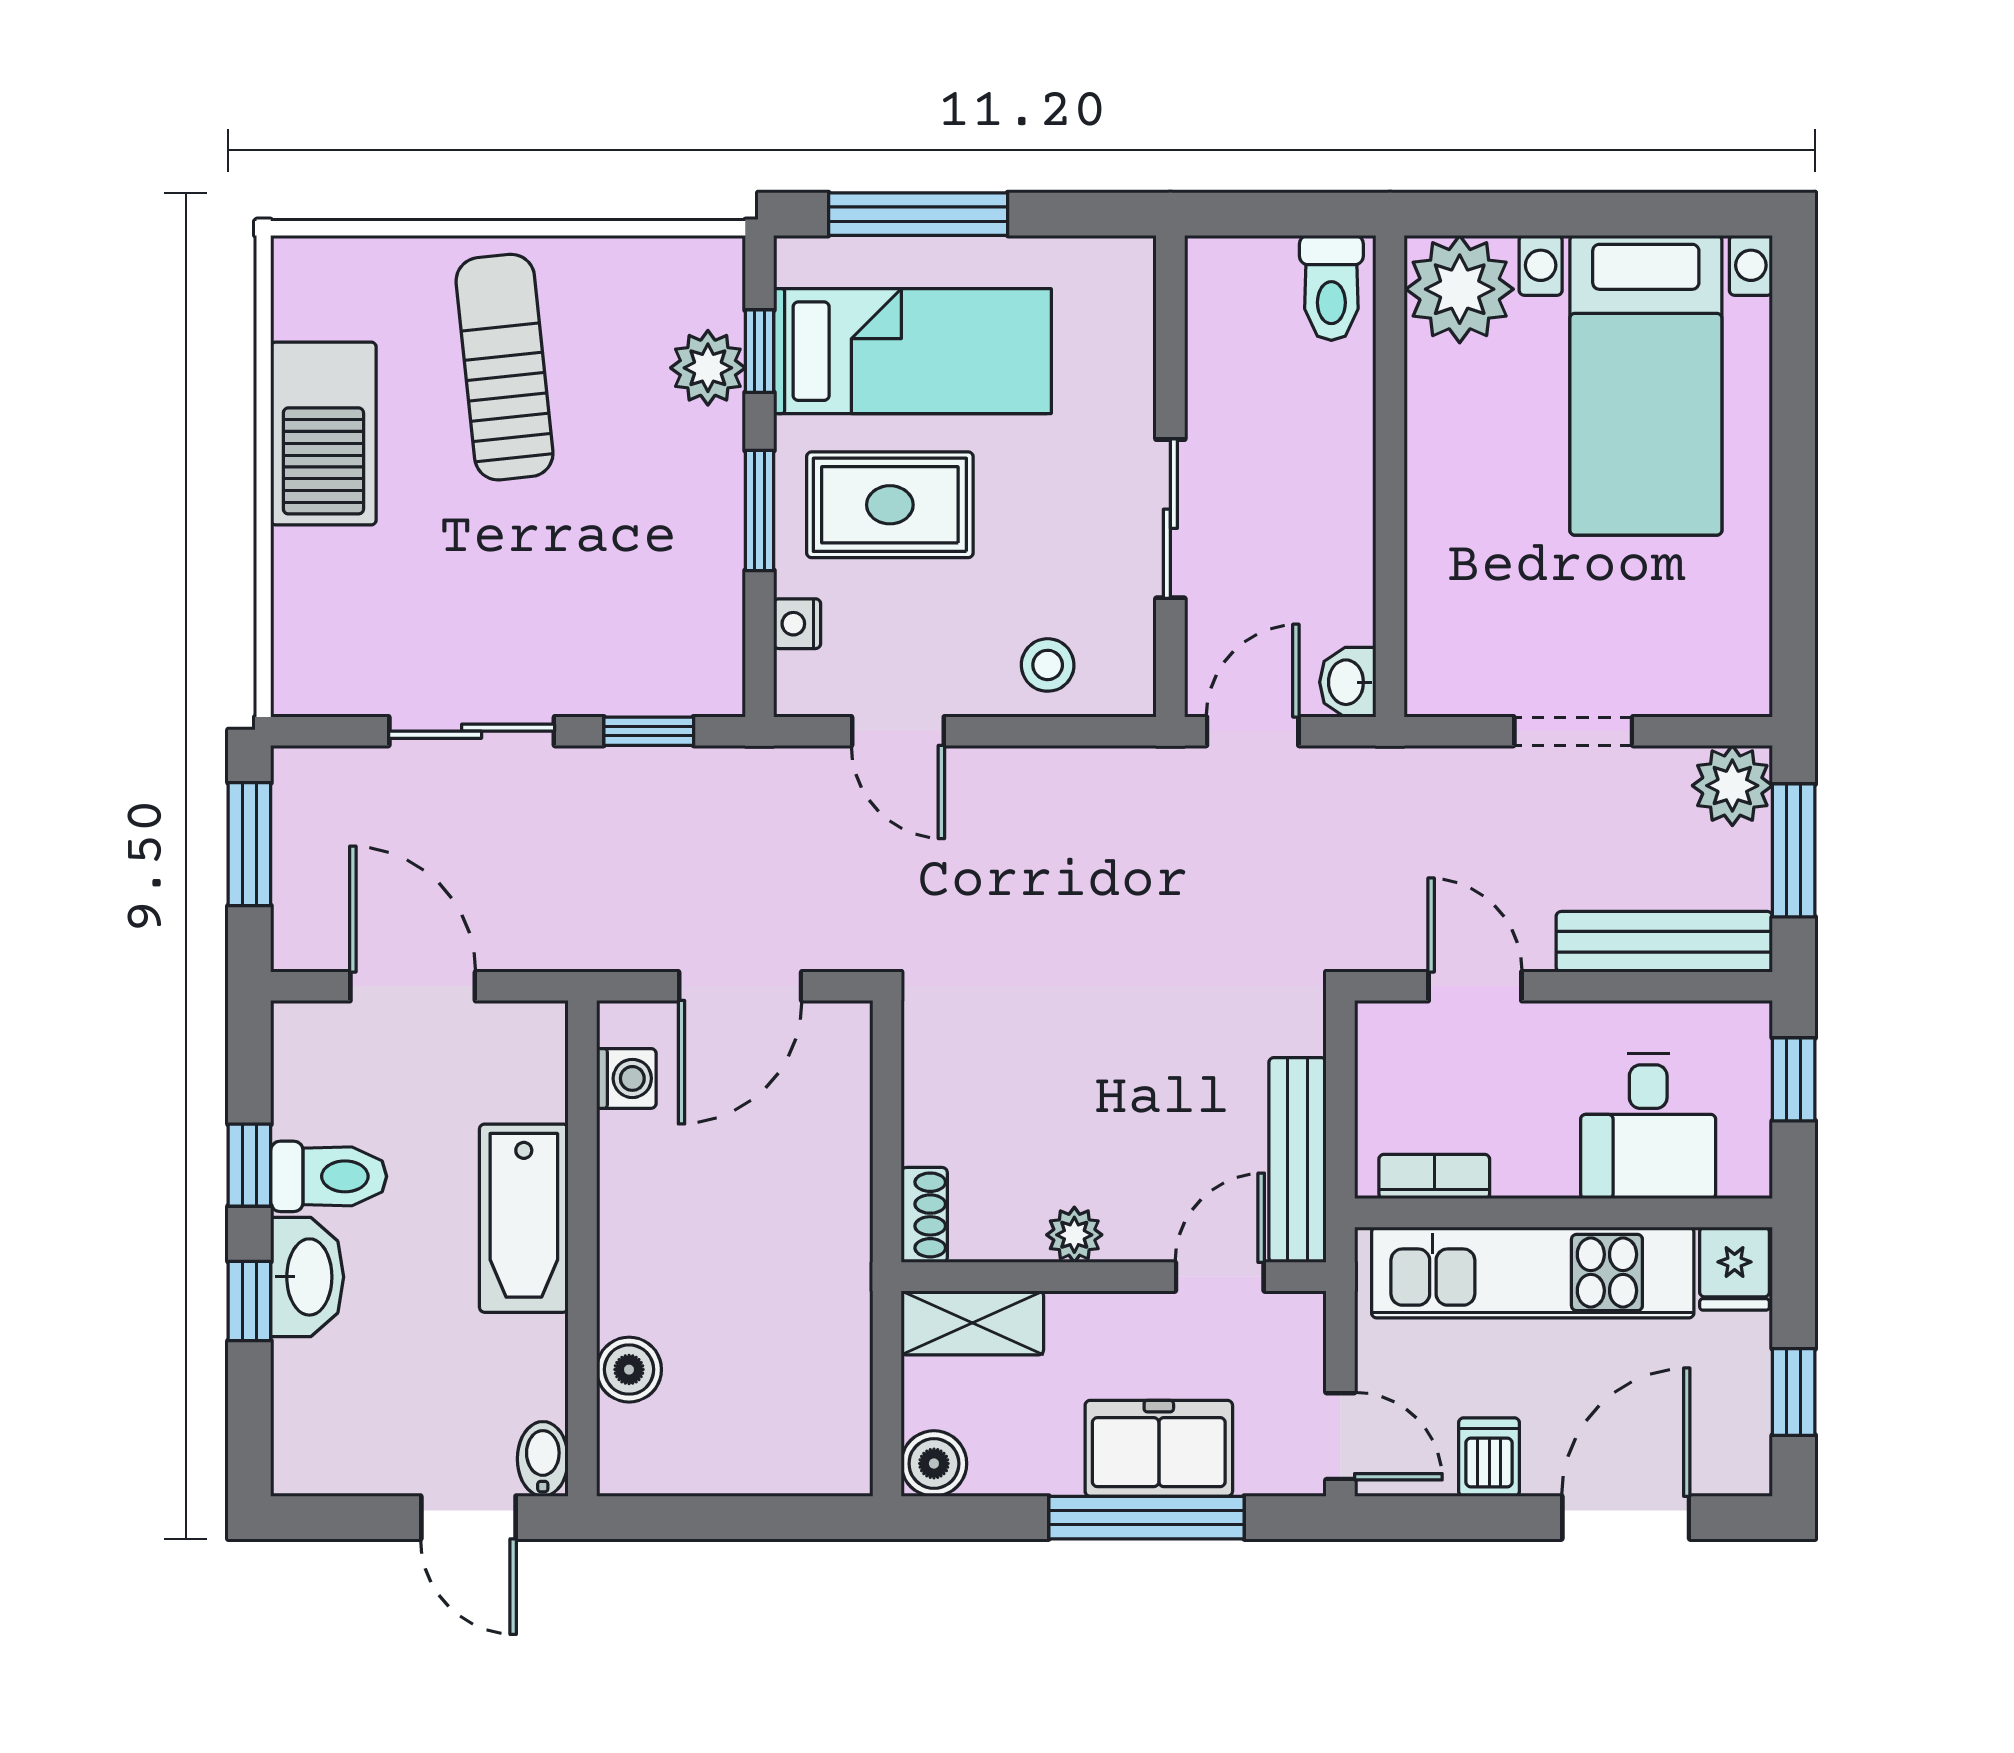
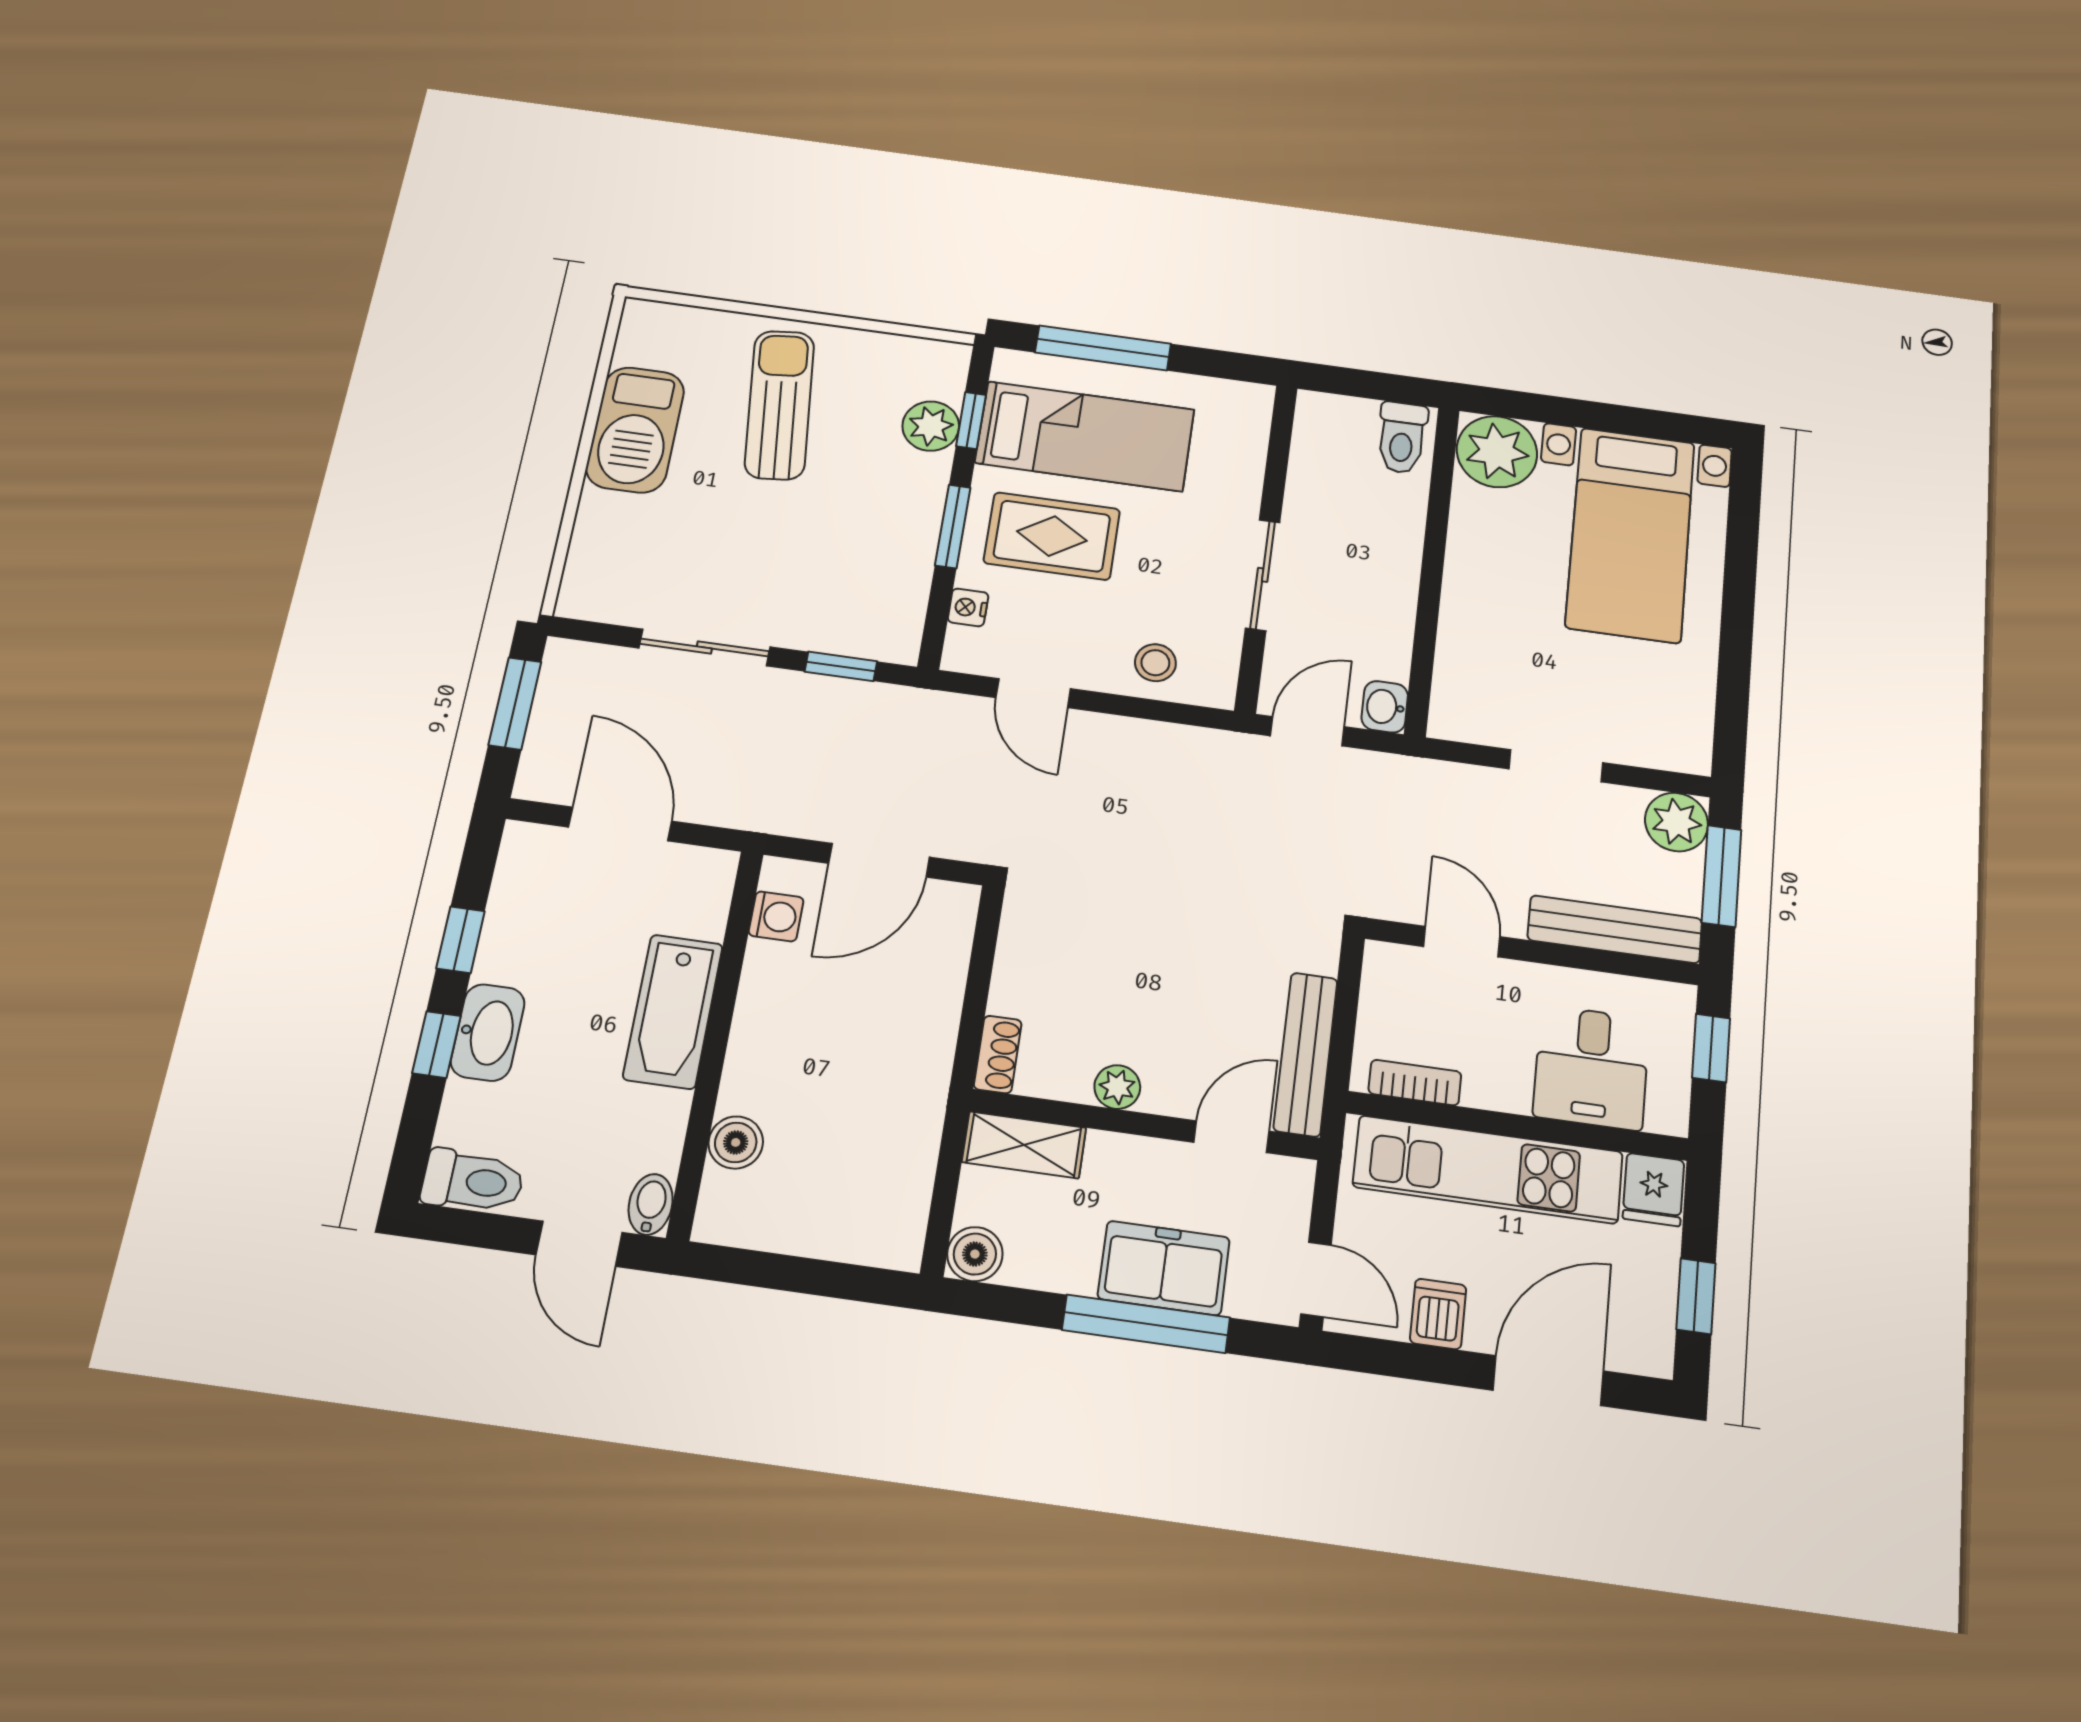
toilet: (329, 1176) -> (473, 1181), moved

